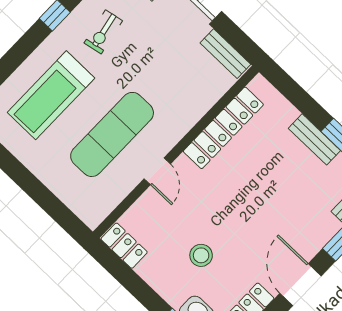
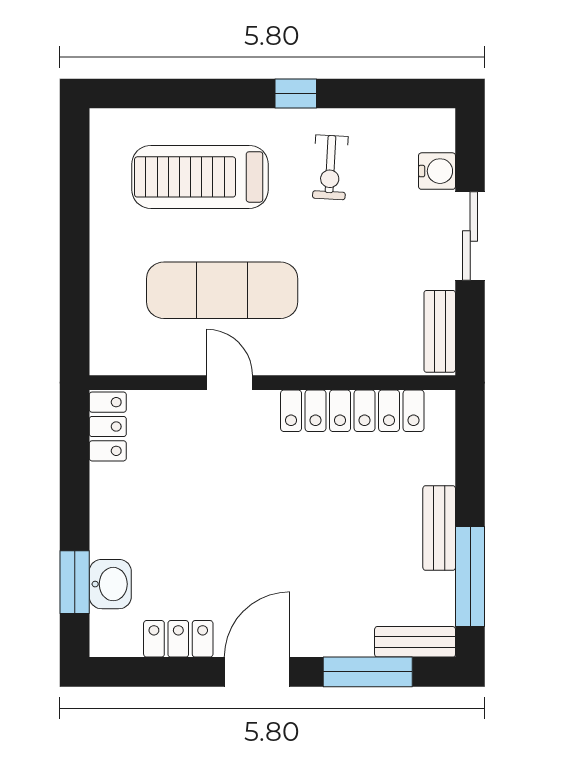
exercise bike: (103, 32) -> (330, 167), turned -76
door: (157, 171) -> (230, 383), swing flipped
stool: (201, 255) -> (181, 526), removed

